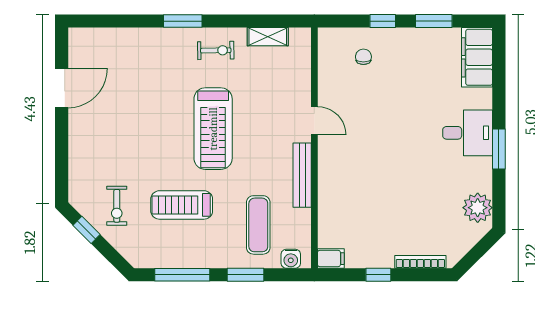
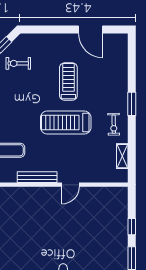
chair: (363, 57) -> (110, 215), removed
treadmill: (182, 205) -> (68, 82), moved

